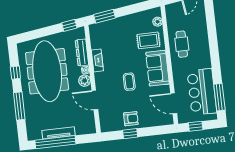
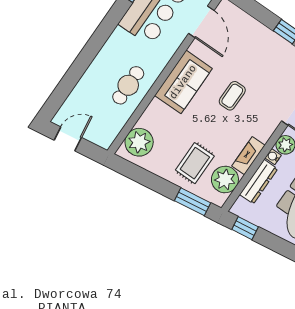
plant: (158, 22) -> (139, 142), width x1.87, depth x1.87
plant: (98, 40) -> (225, 179), added
rug: (148, 40) -> (195, 163), moved, turned 90
armchair: (131, 119) -> (270, 49), removed

